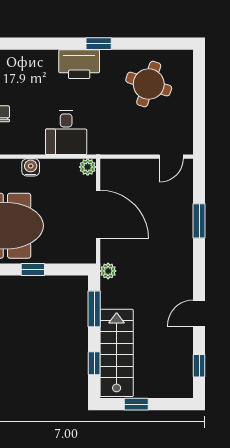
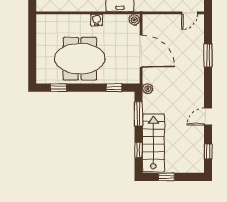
window: (33, 269) -> (114, 88), moved

